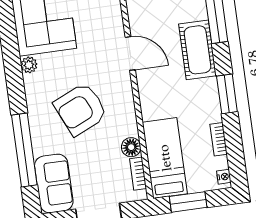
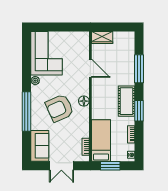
cot: (197, 50) -> (127, 101), moved
door: (130, 53) -> (90, 68), moved
floor lamp: (131, 147) -> (84, 101), moved
window: (24, 150) -> (26, 111), moved

